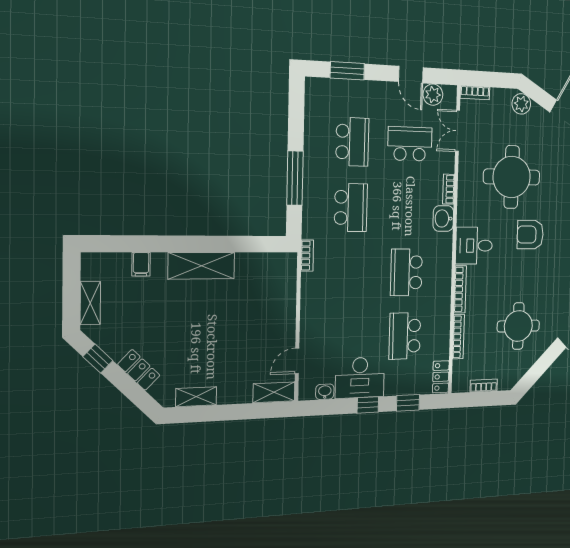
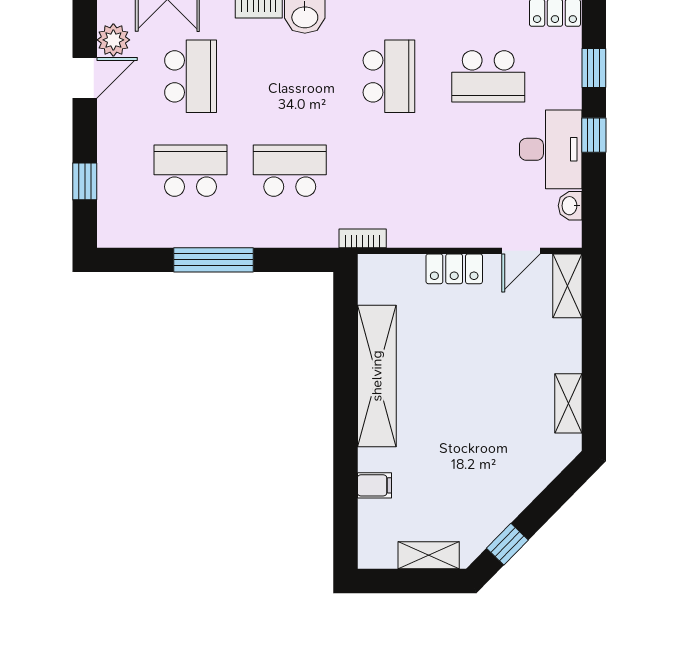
window: (347, 71) -> (85, 181), width x0.67
school desk: (410, 144) -> (191, 76), turned 180
window: (295, 178) -> (214, 260), moved
shelving: (201, 266) -> (377, 376), width x1.47
school desk: (406, 272) -> (389, 76), turned -90
door: (297, 361) -> (521, 251), hinge flipped
locker: (139, 370) -> (454, 269), moved, turned -134

